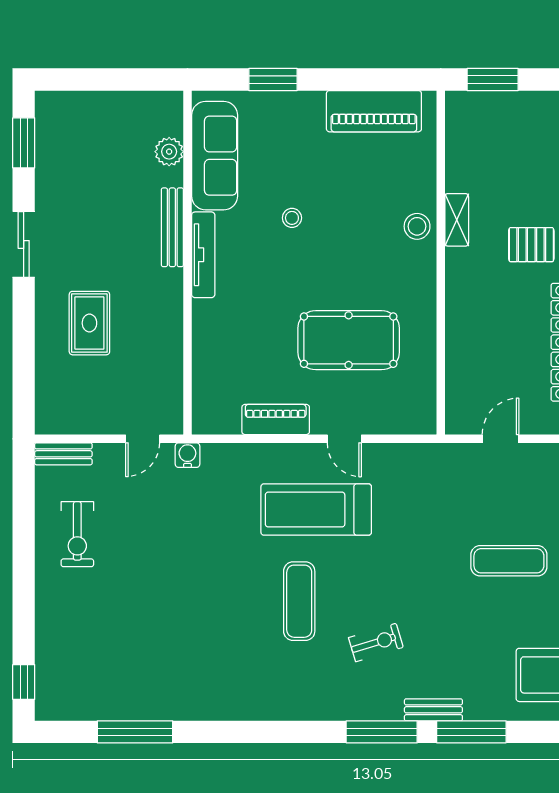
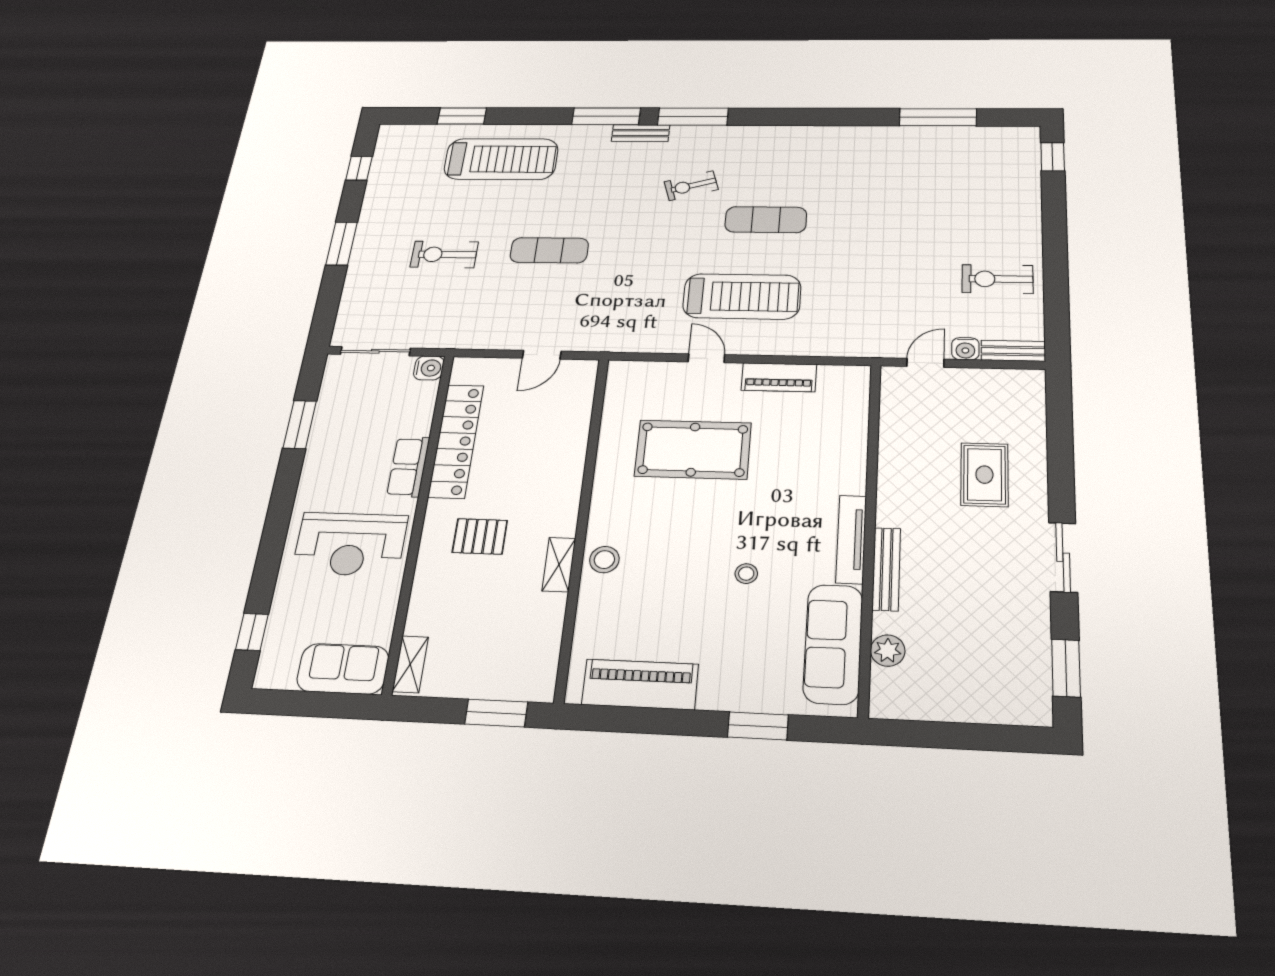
water cooler: (187, 455) -> (965, 349), moved
exercise bike: (77, 534) -> (997, 279), turned -90
exercise mat: (299, 601) -> (766, 220), turned 90

